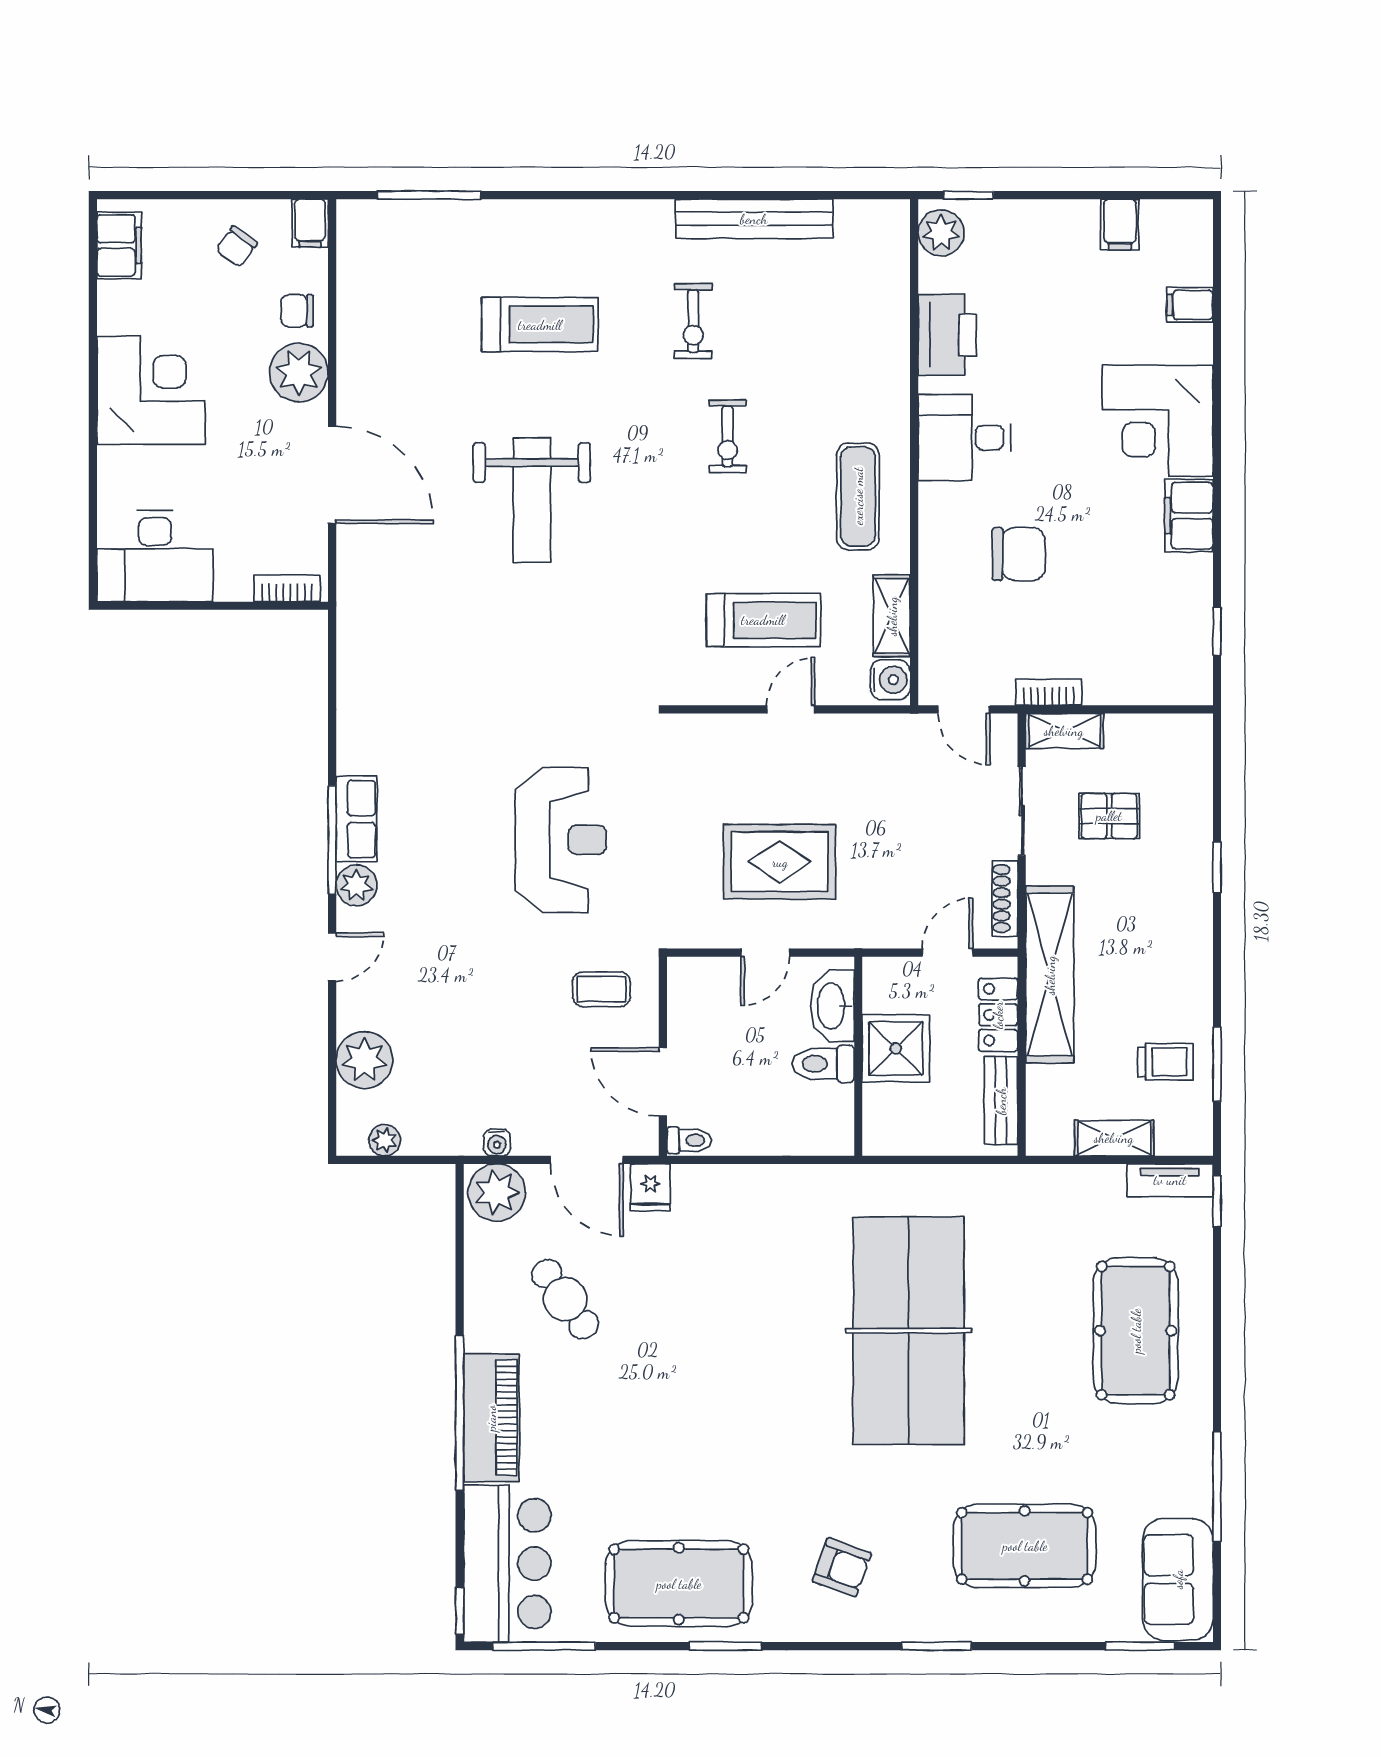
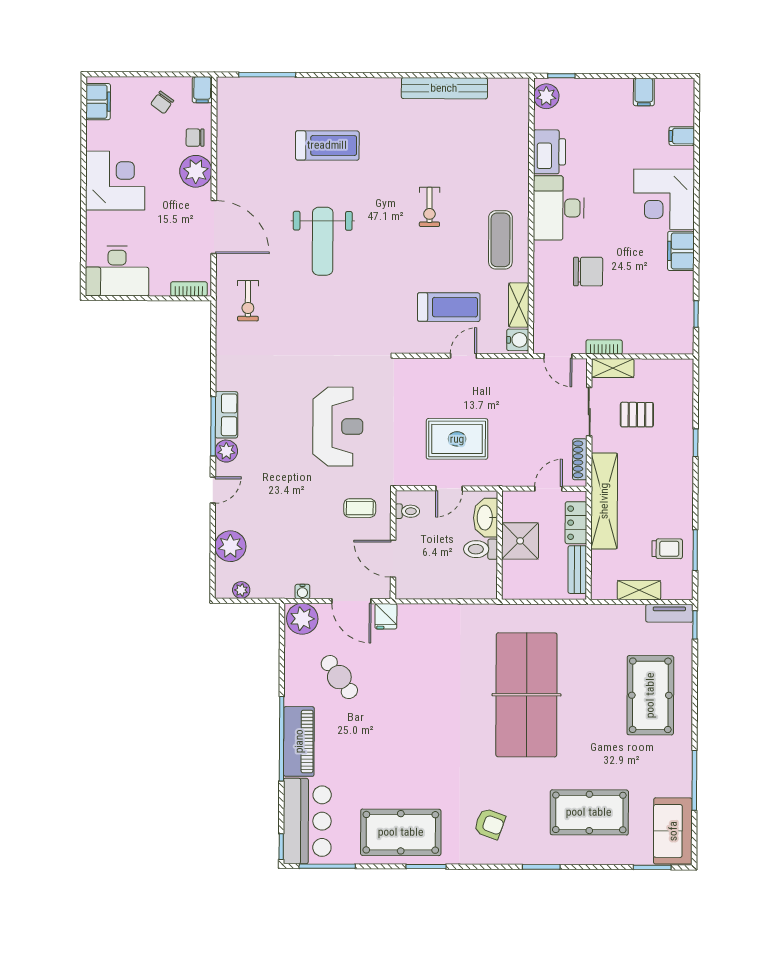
exercise bike: (693, 321) -> (248, 301), moved
desk: (964, 438) -> (559, 208), width x1.37
toilet: (689, 1140) -> (407, 511), moved

